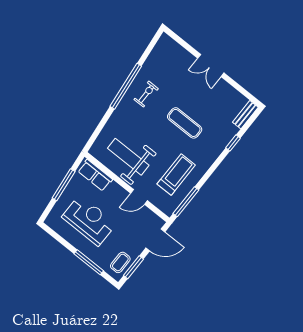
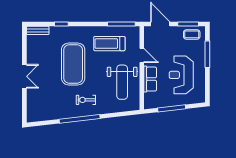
exercise bike: (146, 94) -> (86, 100), moved
exercise mat: (185, 123) -> (73, 64), width x2.00, depth x1.45
row of seats: (95, 175) -> (150, 79), moved

